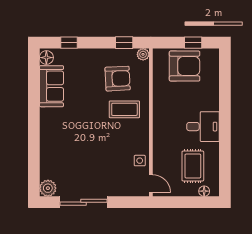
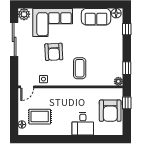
window: (193, 43) -> (127, 103), moved
armchair: (118, 79) -> (54, 52), moved
desk: (203, 127) -> (83, 124), moved
corner sofa: (59, 148) -> (53, 22), added

